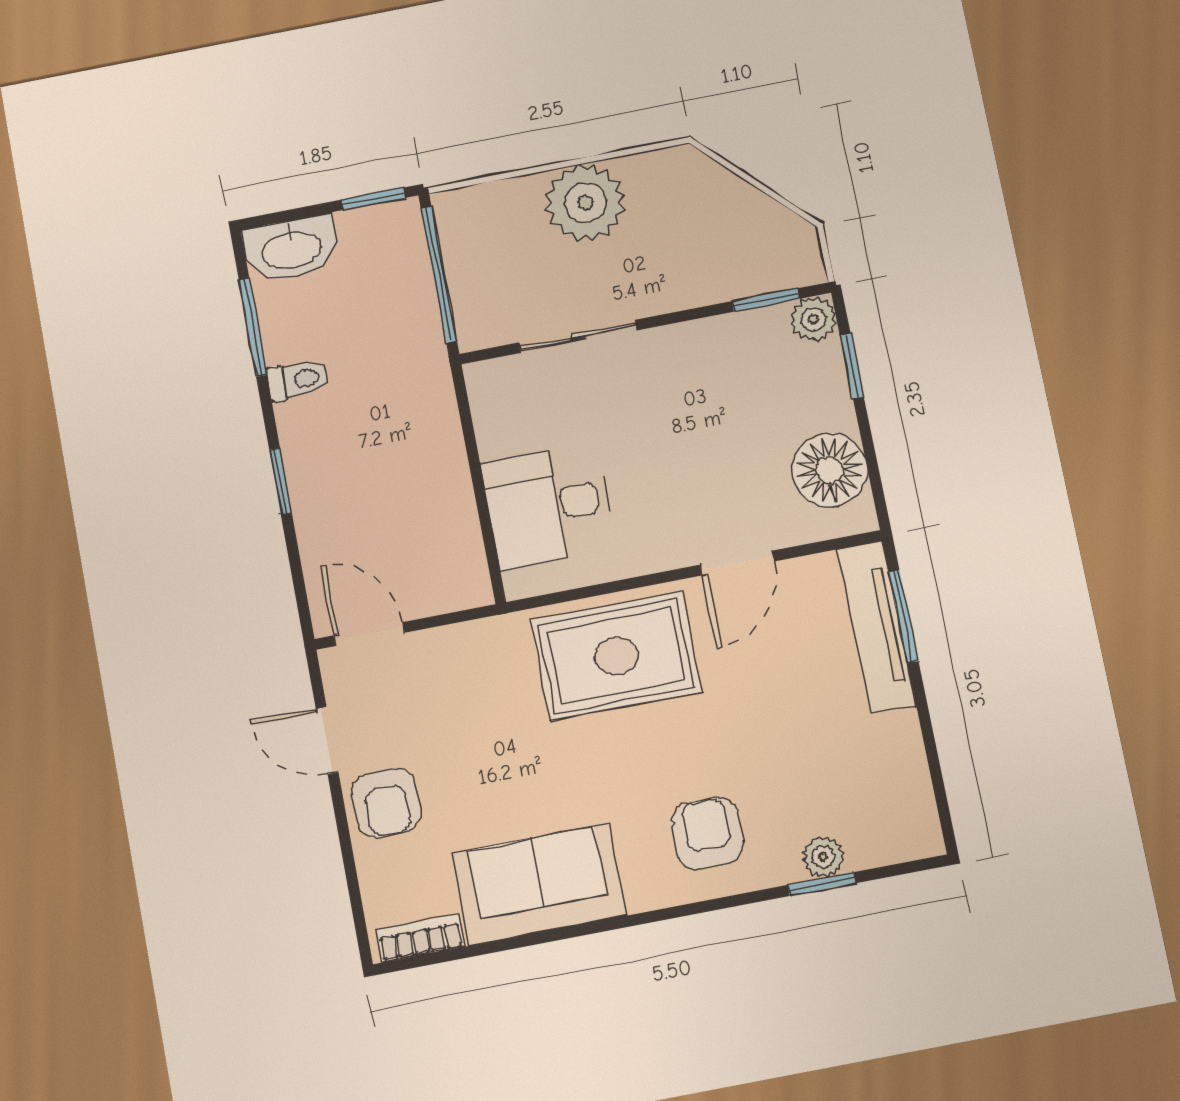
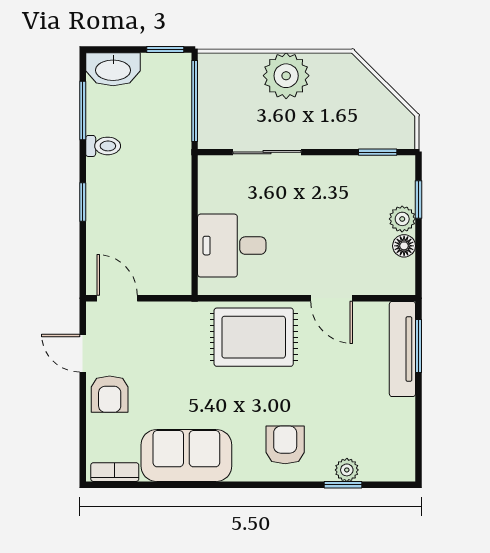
plant: (813, 319) -> (402, 219), moved
floor lamp: (830, 470) -> (404, 246), width x0.53, depth x0.53
door: (737, 563) -> (332, 298), hinge flipped

